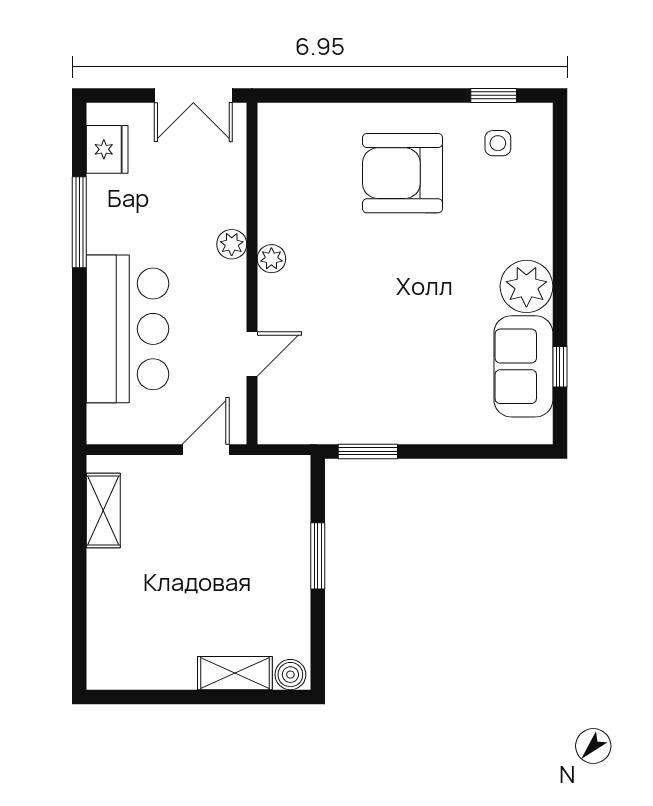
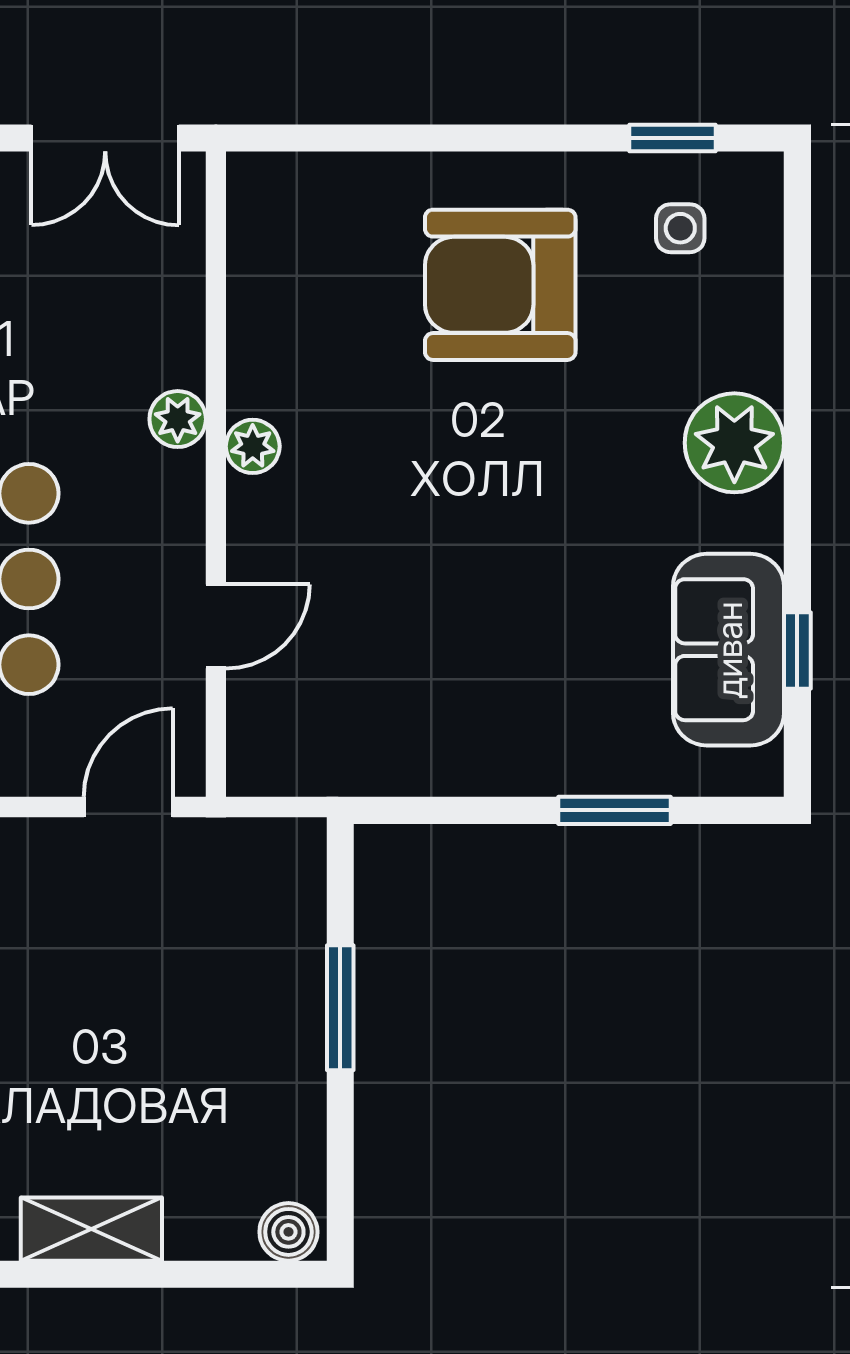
plant: (526, 286) -> (734, 443), moved
window: (368, 451) -> (615, 810), moved
shelving: (235, 673) -> (91, 1229), moved

